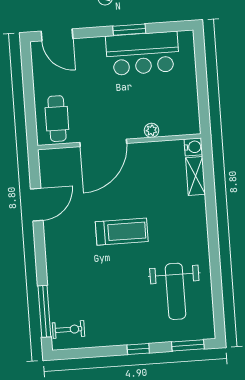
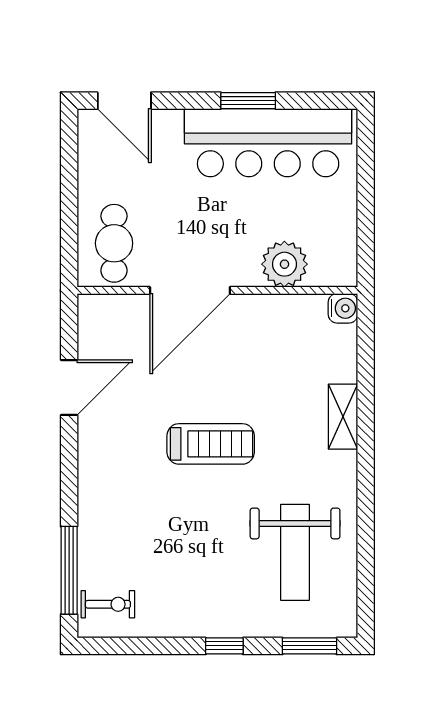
bar counter: (143, 53) -> (268, 143), width x1.36
plant: (152, 130) -> (284, 264), width x1.88, depth x1.88
shelving: (195, 176) -> (343, 417), moved

